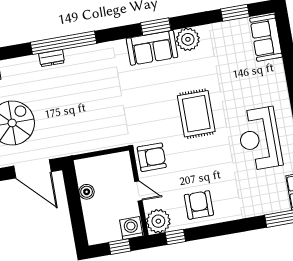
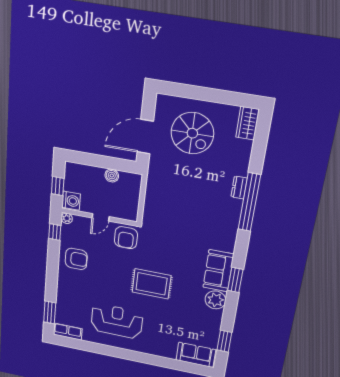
plant: (158, 221) -> (67, 218), width x0.53, depth x0.53

